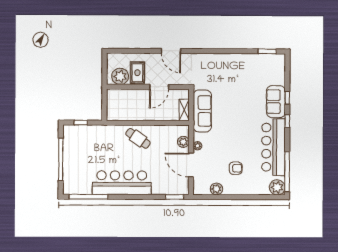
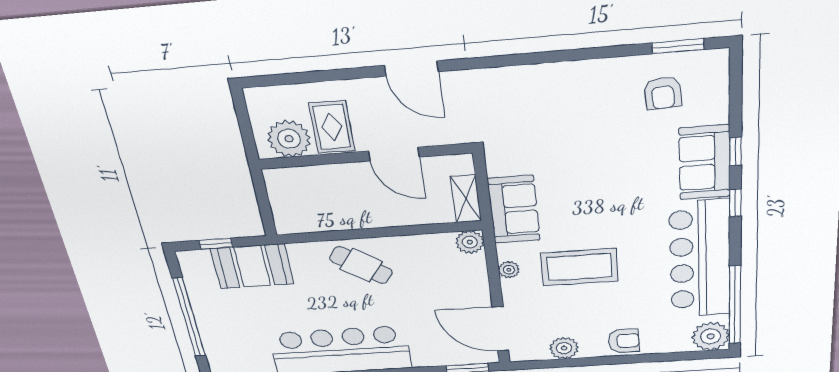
armchair: (261, 70) -> (663, 93), added
door: (159, 87) -> (394, 154), hinge flipped
sofa: (202, 111) -> (514, 209), width x0.73
booth: (93, 135) -> (252, 266), added
plant: (183, 142) -> (470, 242), moved
coffee table: (226, 147) -> (579, 267), added
door: (191, 165) -> (500, 329), moved
armchair: (236, 168) -> (624, 341), moved

